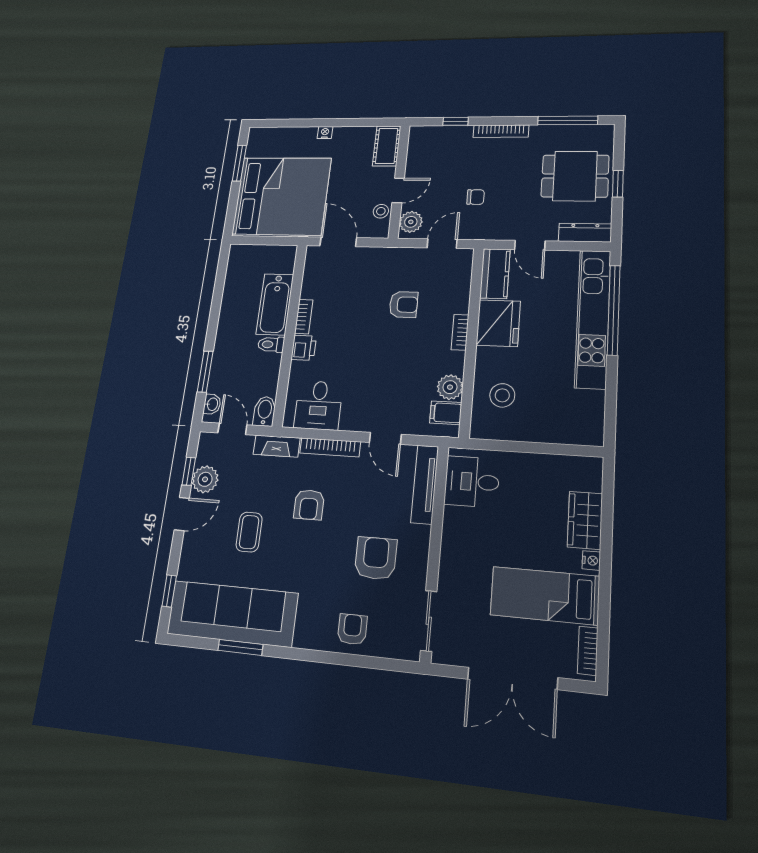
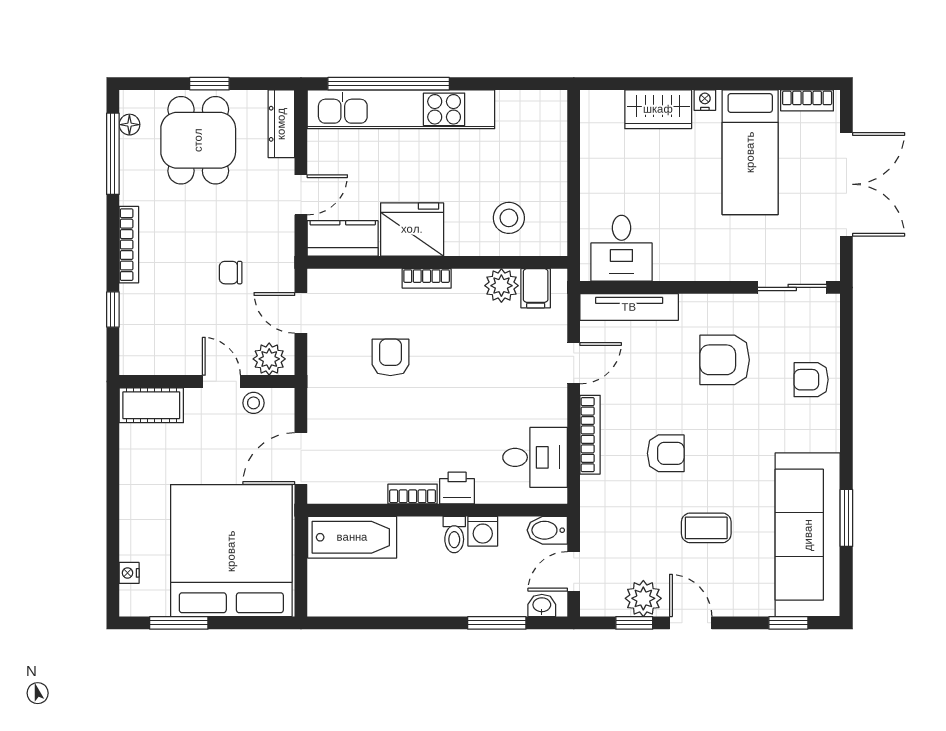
floor lamp: (589, 131) -> (129, 125), added
nightstand: (325, 133) -> (129, 573), moved
chair: (475, 197) -> (231, 273), turned -90
bathtub: (275, 304) -> (352, 537), moved
washing machine: (271, 365) -> (483, 531), added
fireplace: (277, 446) -> (593, 507), removed

